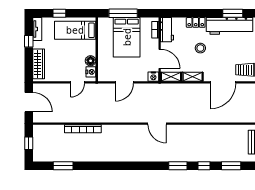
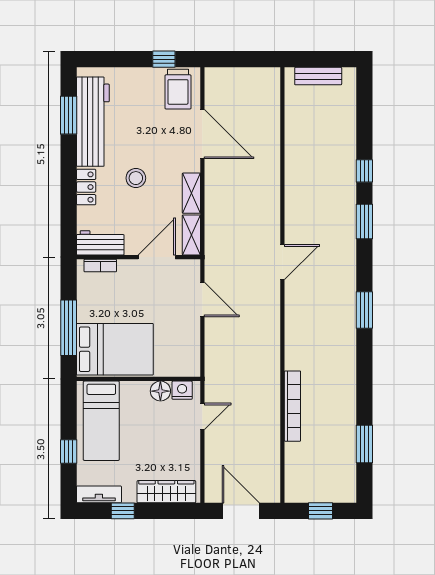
bed: (127, 37) -> (115, 349), moved
nightstand: (153, 77) -> (191, 269), removed
door: (78, 82) -> (202, 416), hinge flipped
door: (124, 82) -> (202, 300), moved
door: (29, 102) -> (241, 511), hinge flipped
window: (231, 166) -> (364, 310), moved

